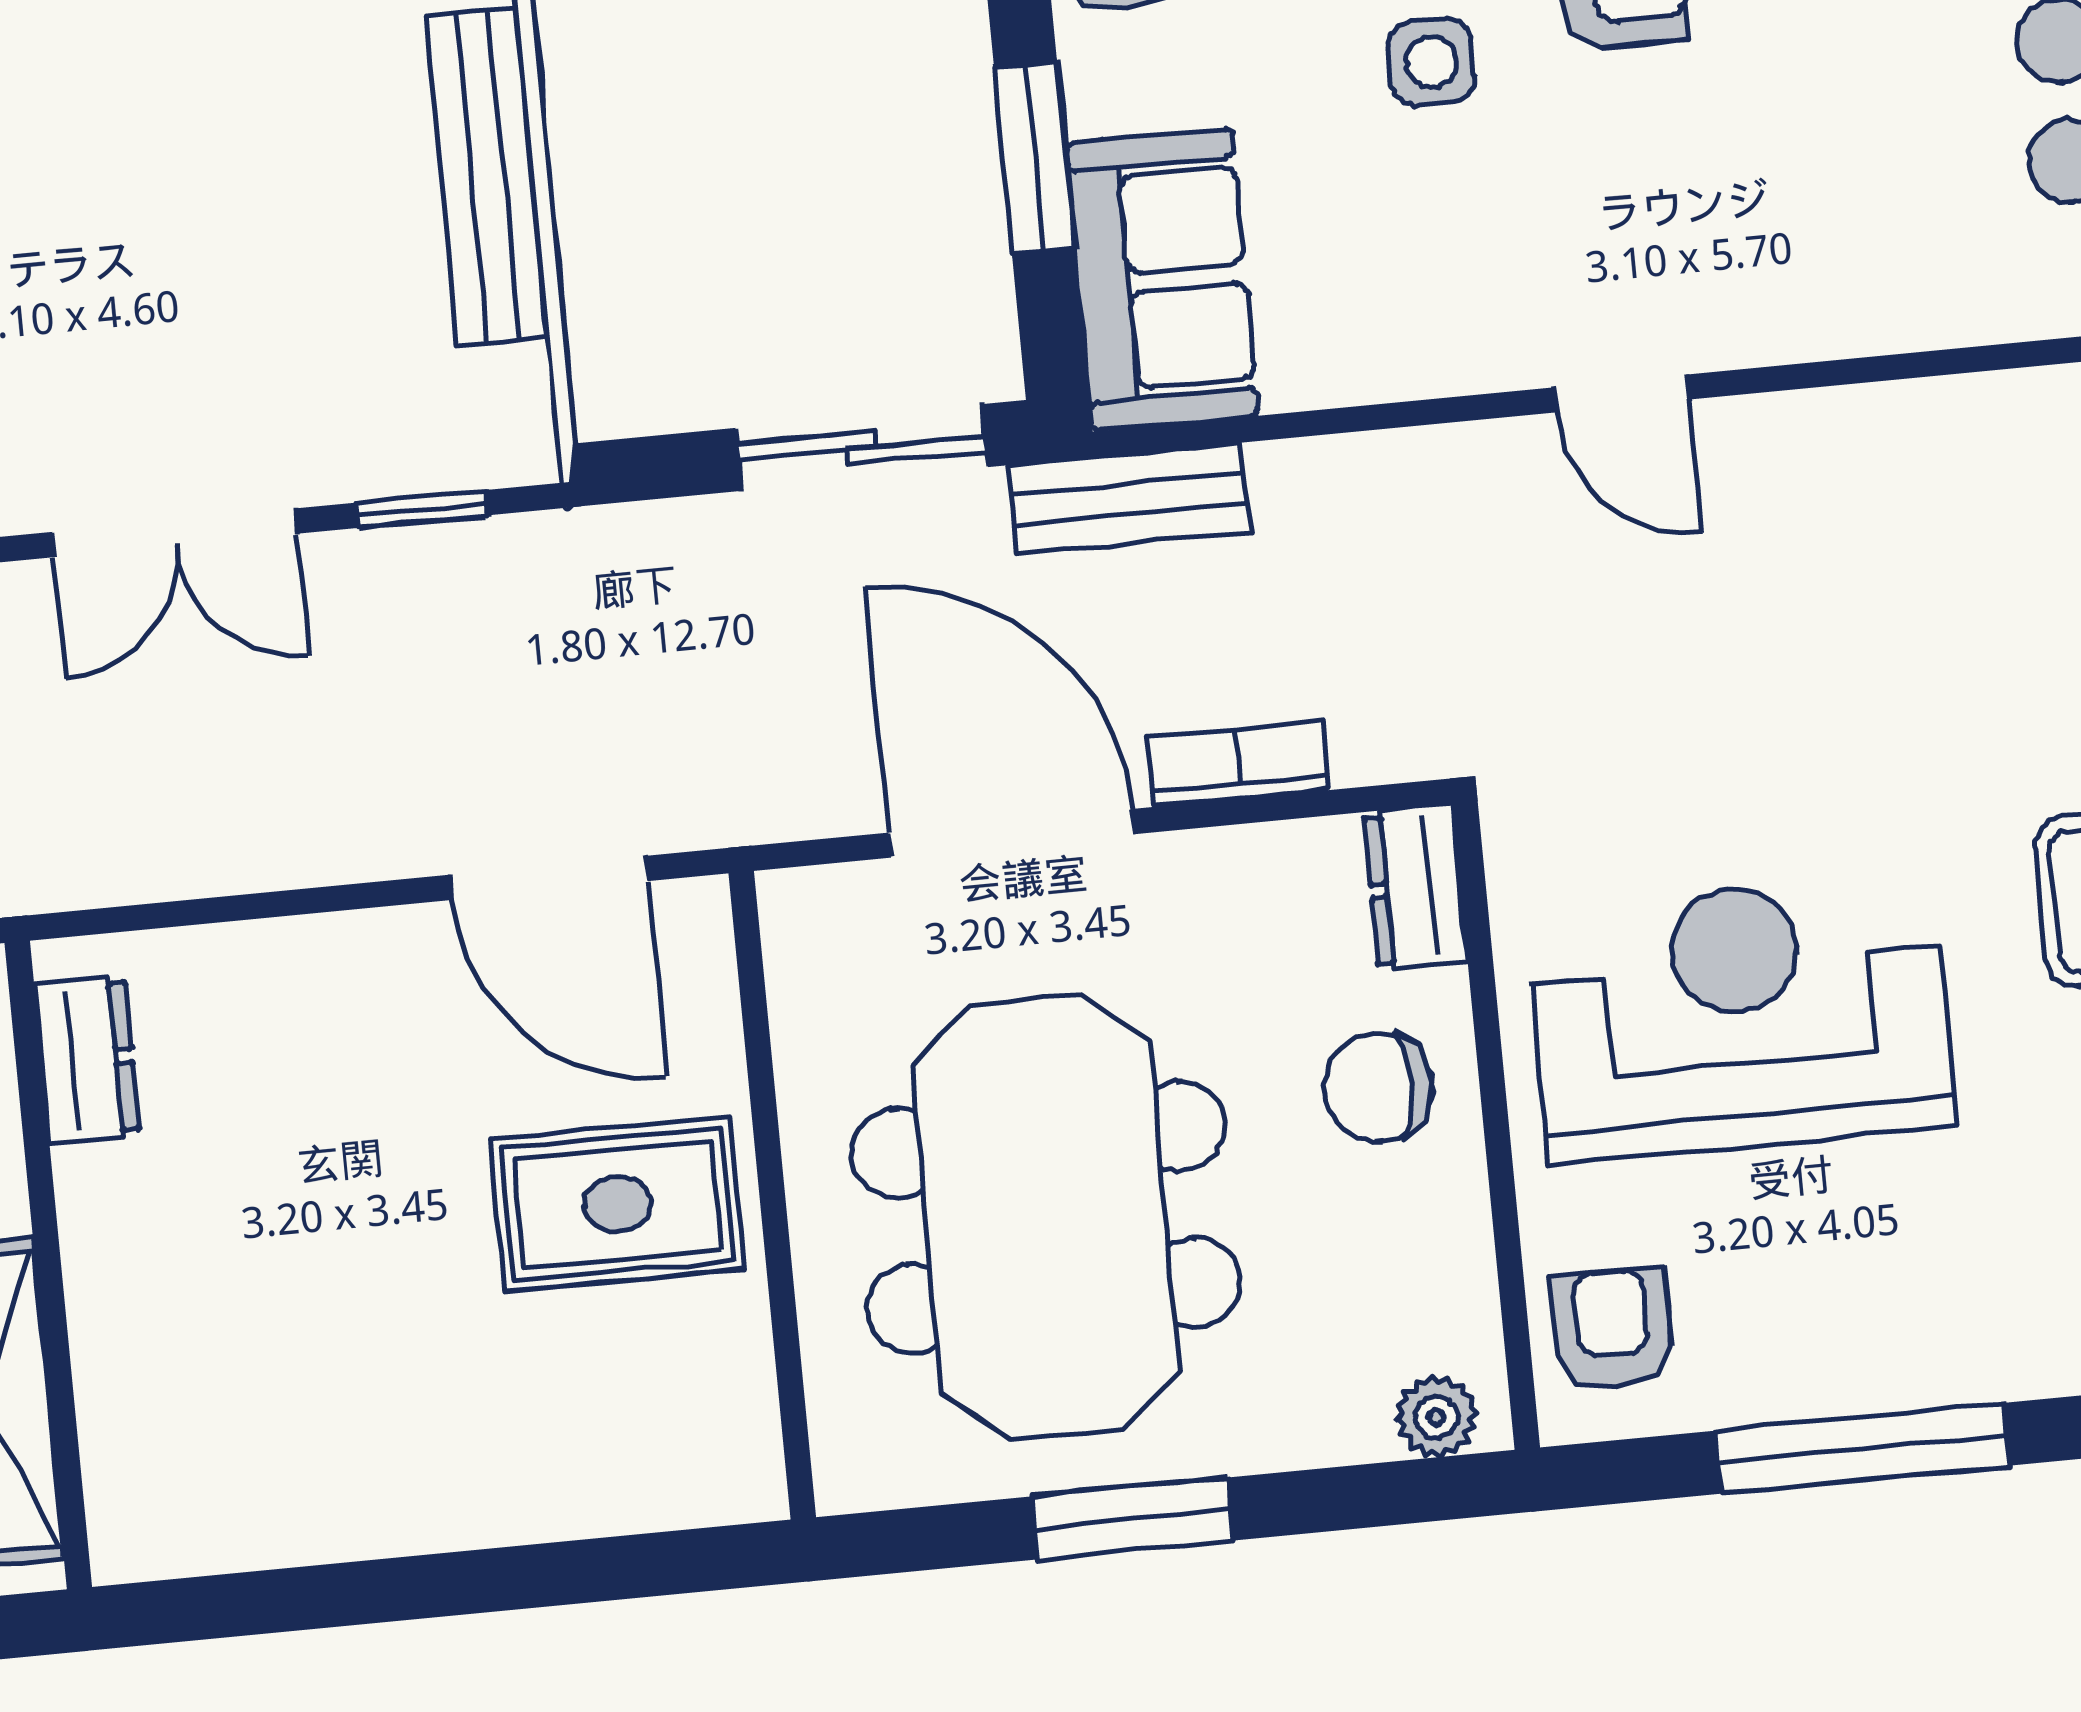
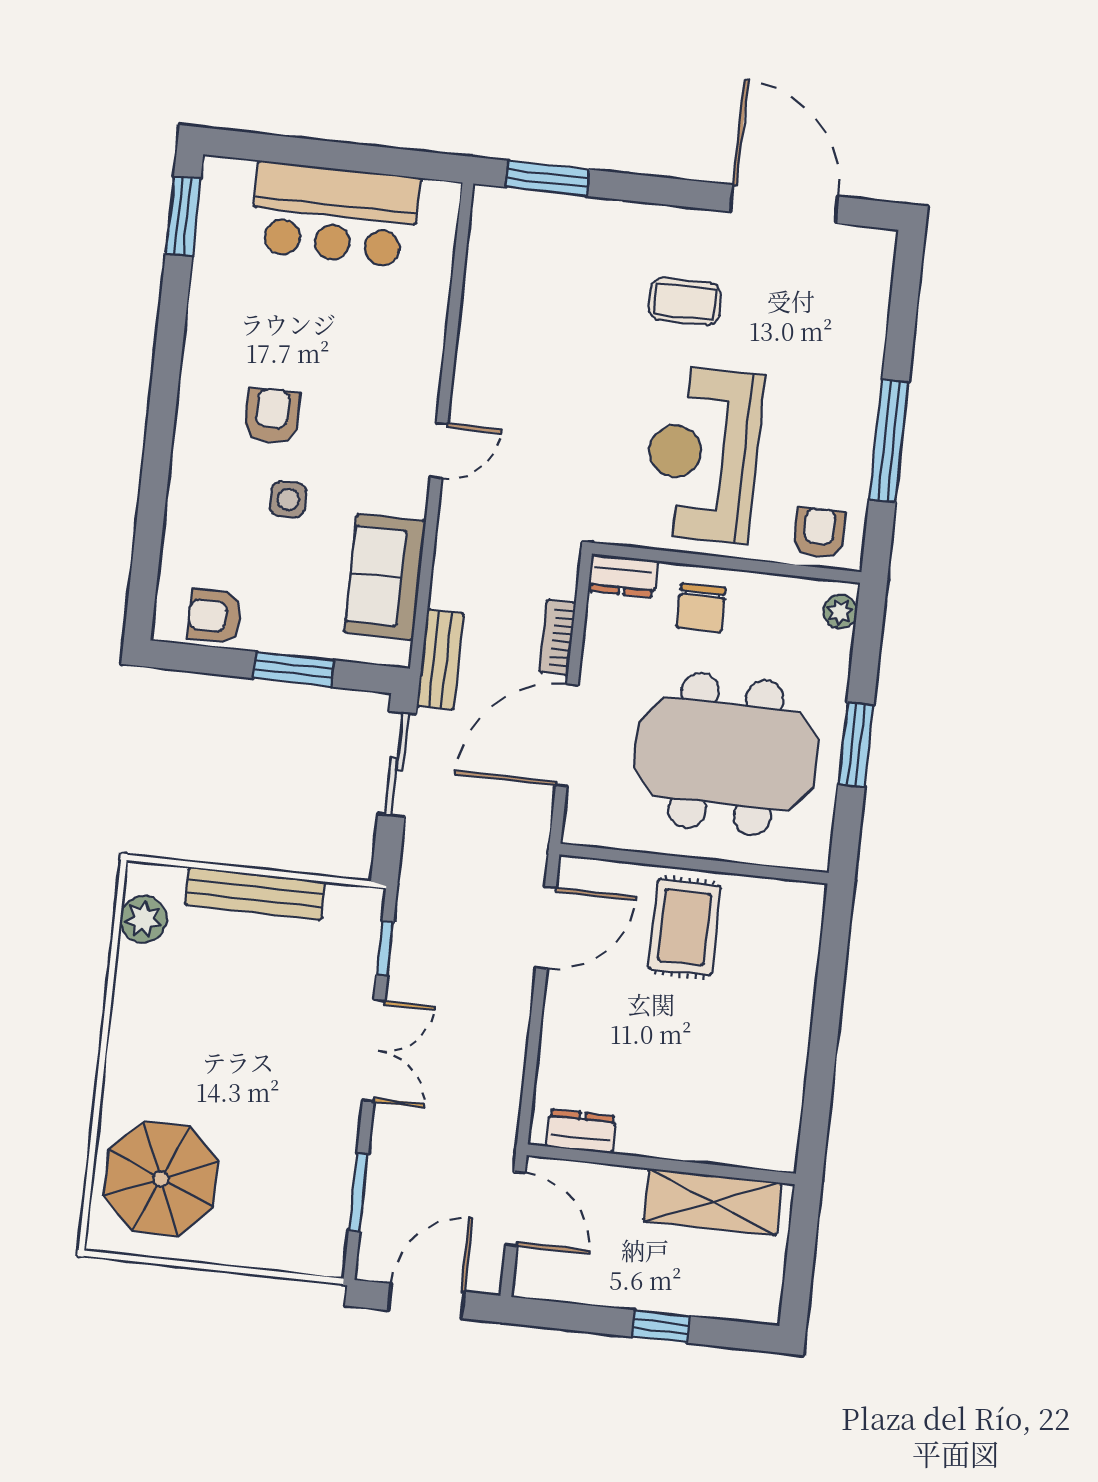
sofa: (1162, 280) -> (385, 577), moved, turned -90
armchair: (1612, 1329) -> (819, 533), turned 90

